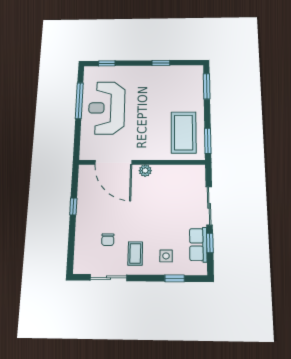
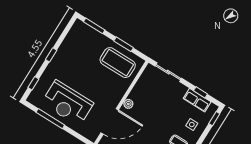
window: (161, 63) -> (51, 55), moved
window: (208, 141) -> (124, 44), moved
sliding door: (209, 206) -> (168, 72), moved
window: (175, 278) -> (214, 119), moved

